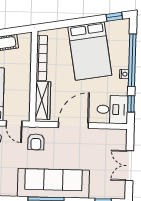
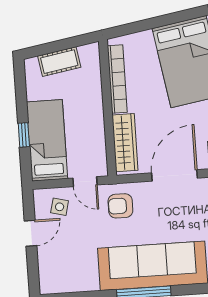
armchair: (36, 142) -> (120, 206), turned 90

